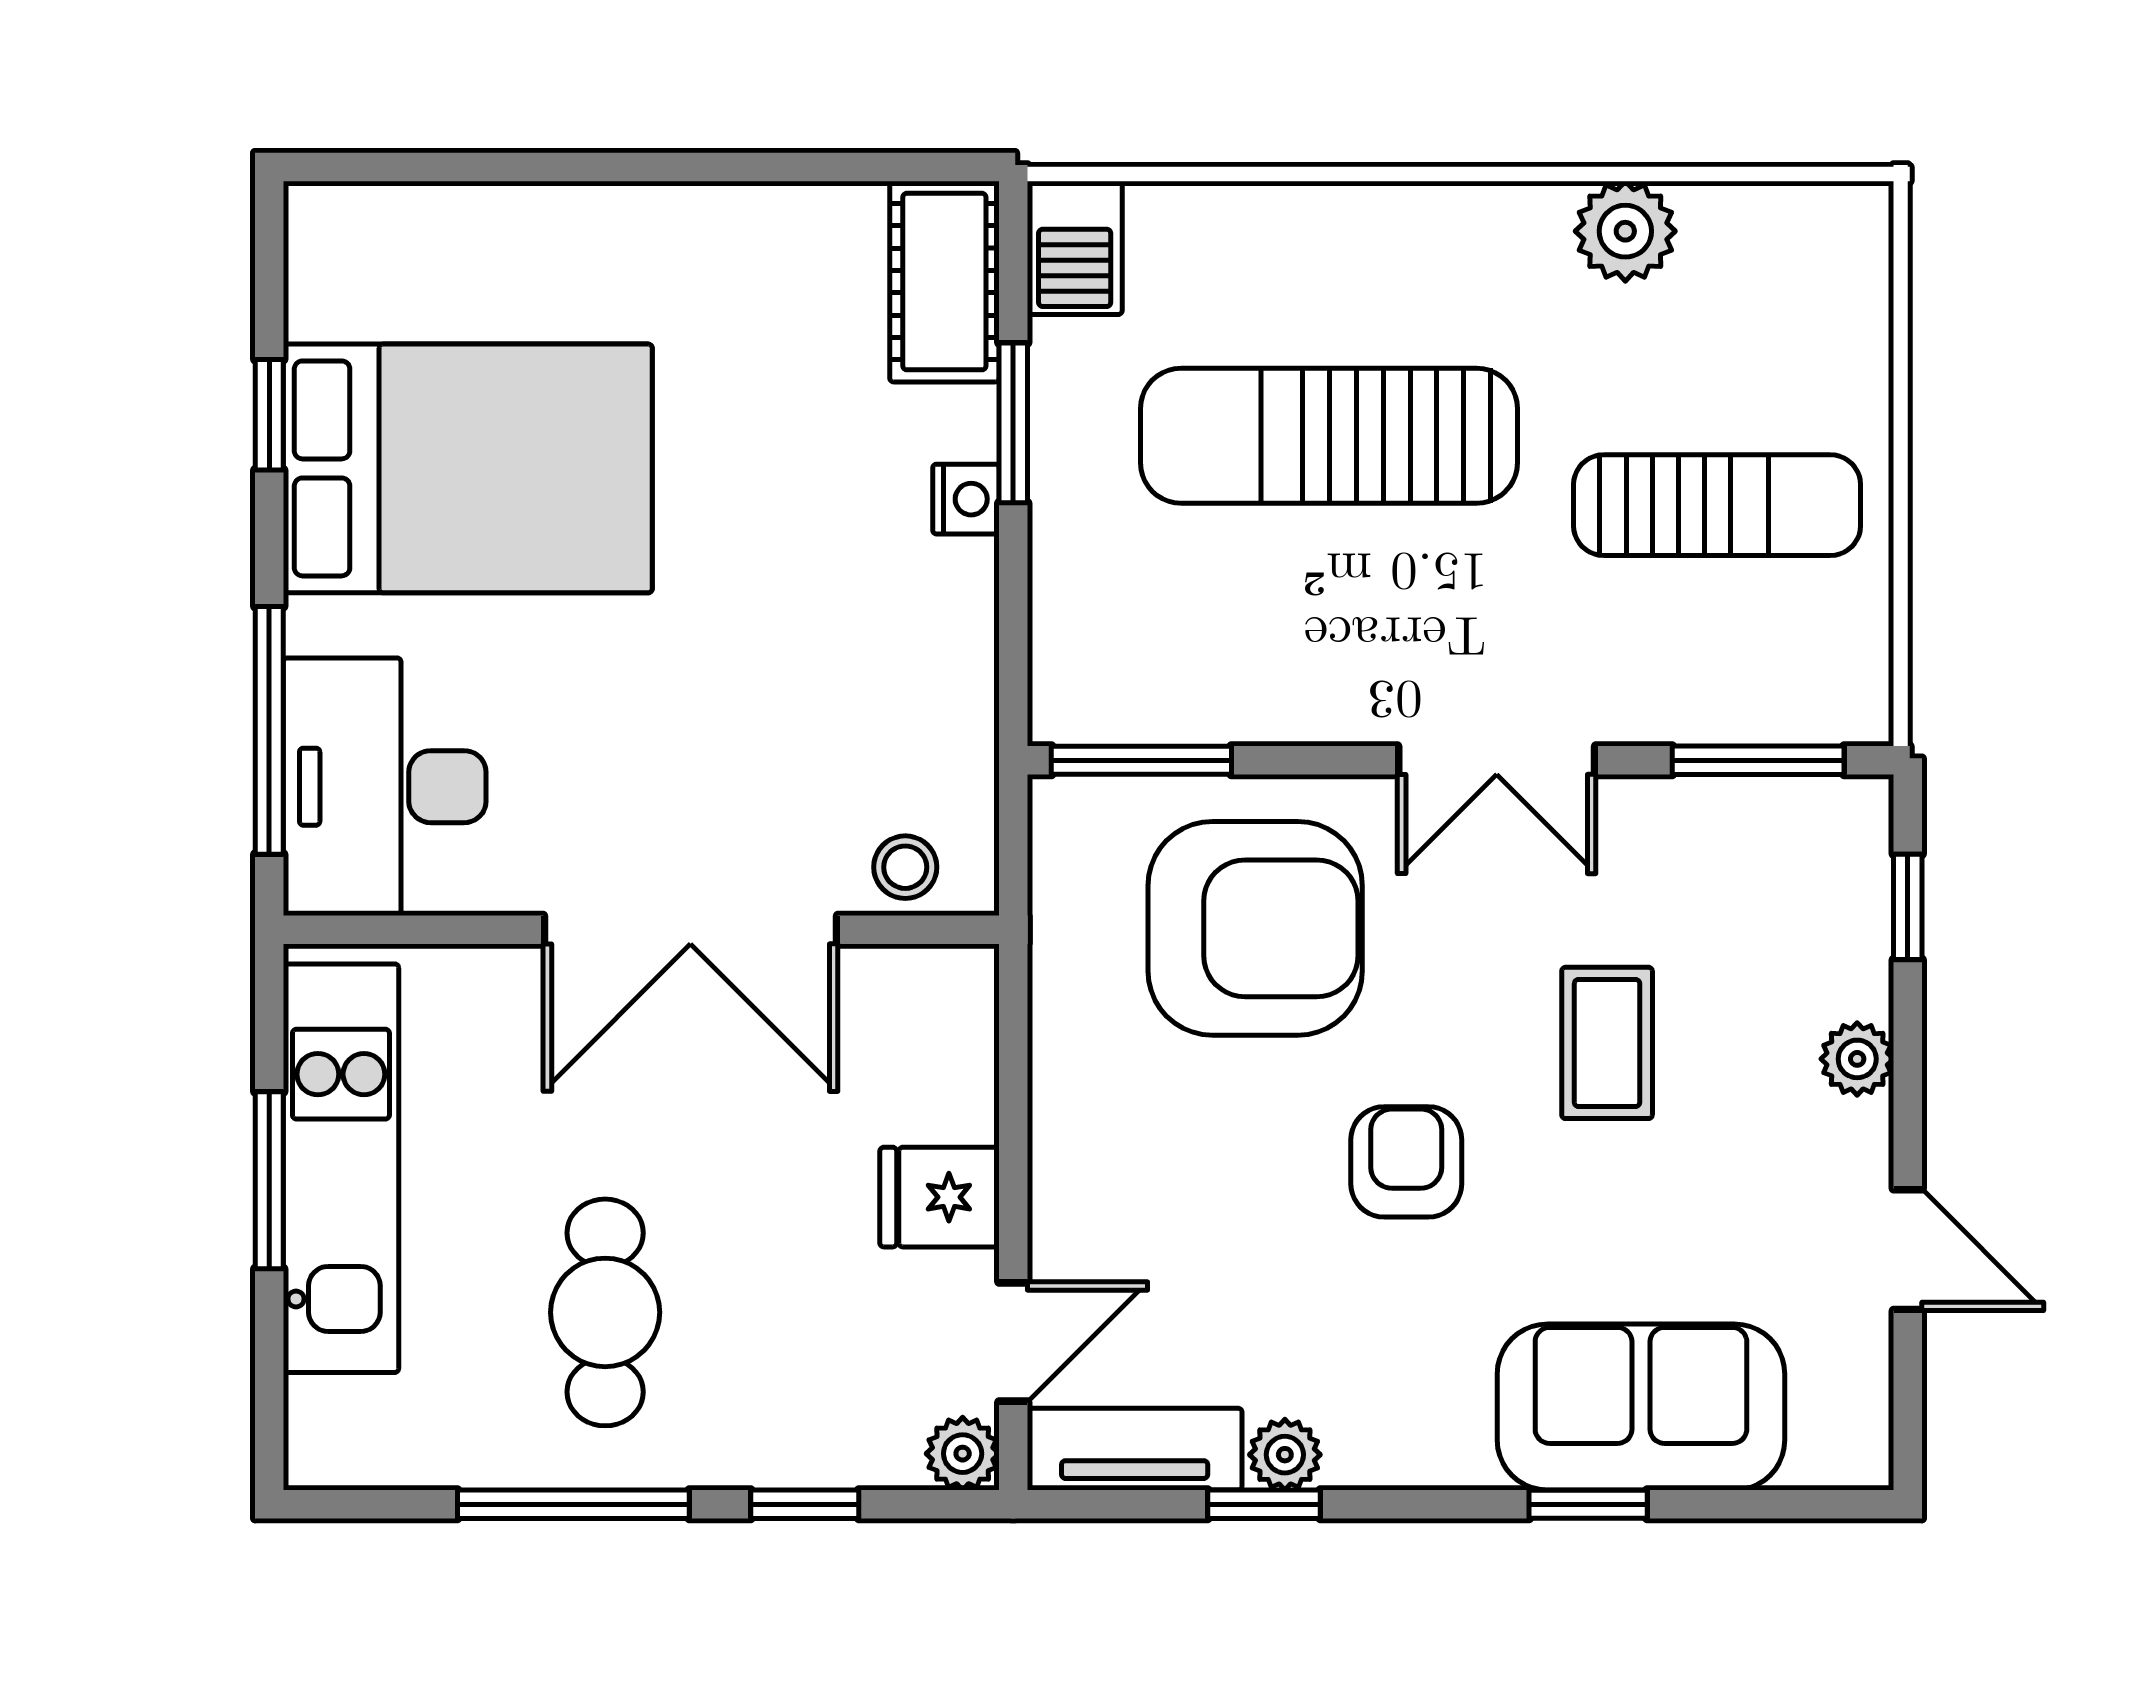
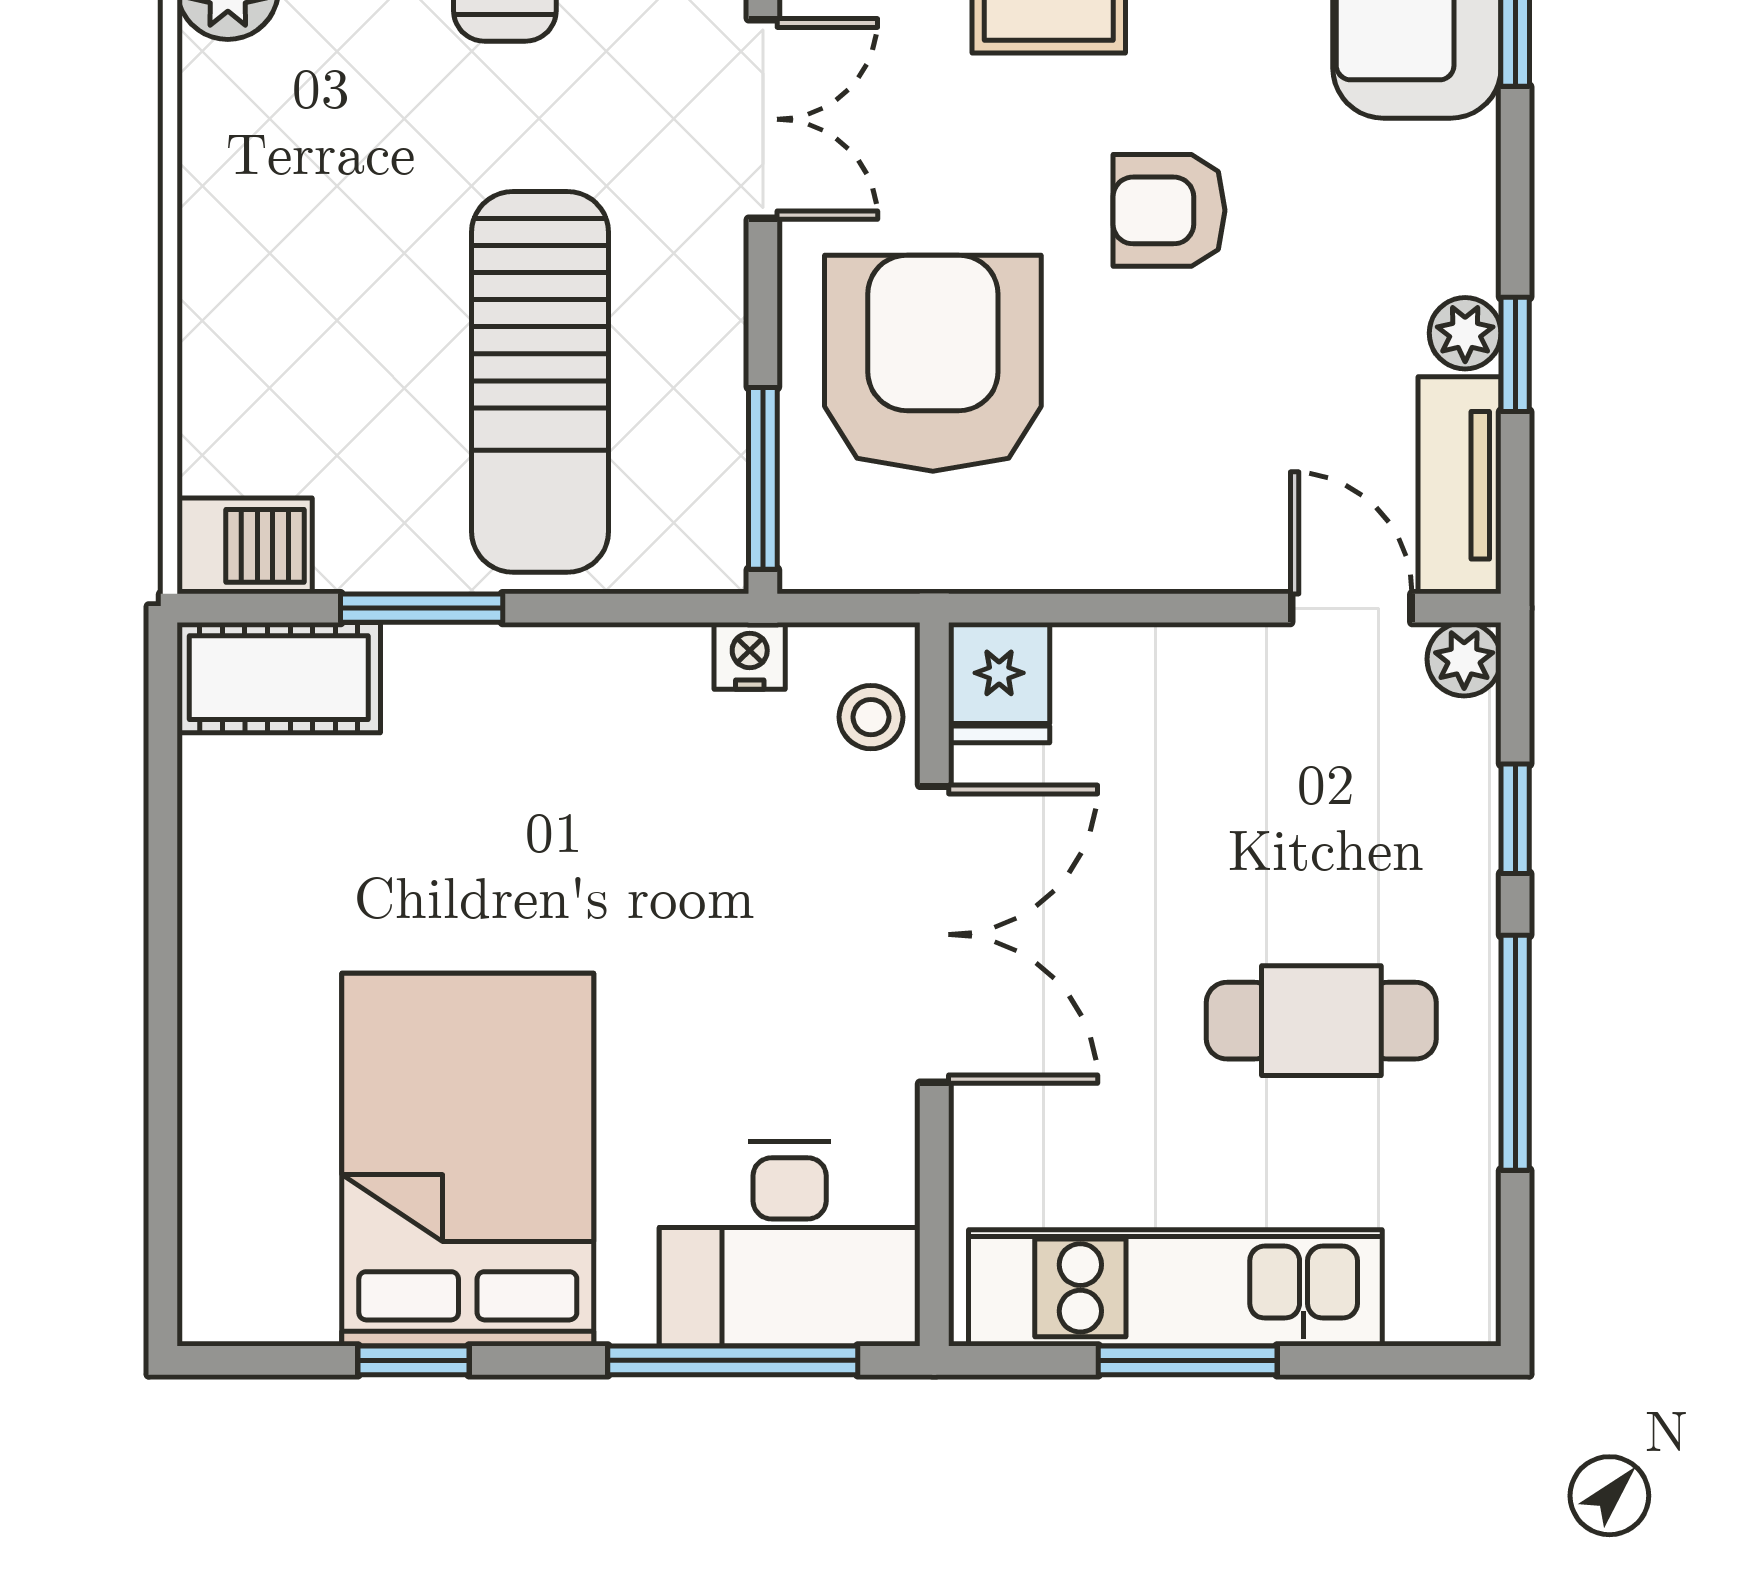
sun lounger: (1329, 436) -> (540, 382), moved
nightstand: (966, 499) -> (750, 656), moved
fridge: (939, 1197) -> (999, 683), moved

